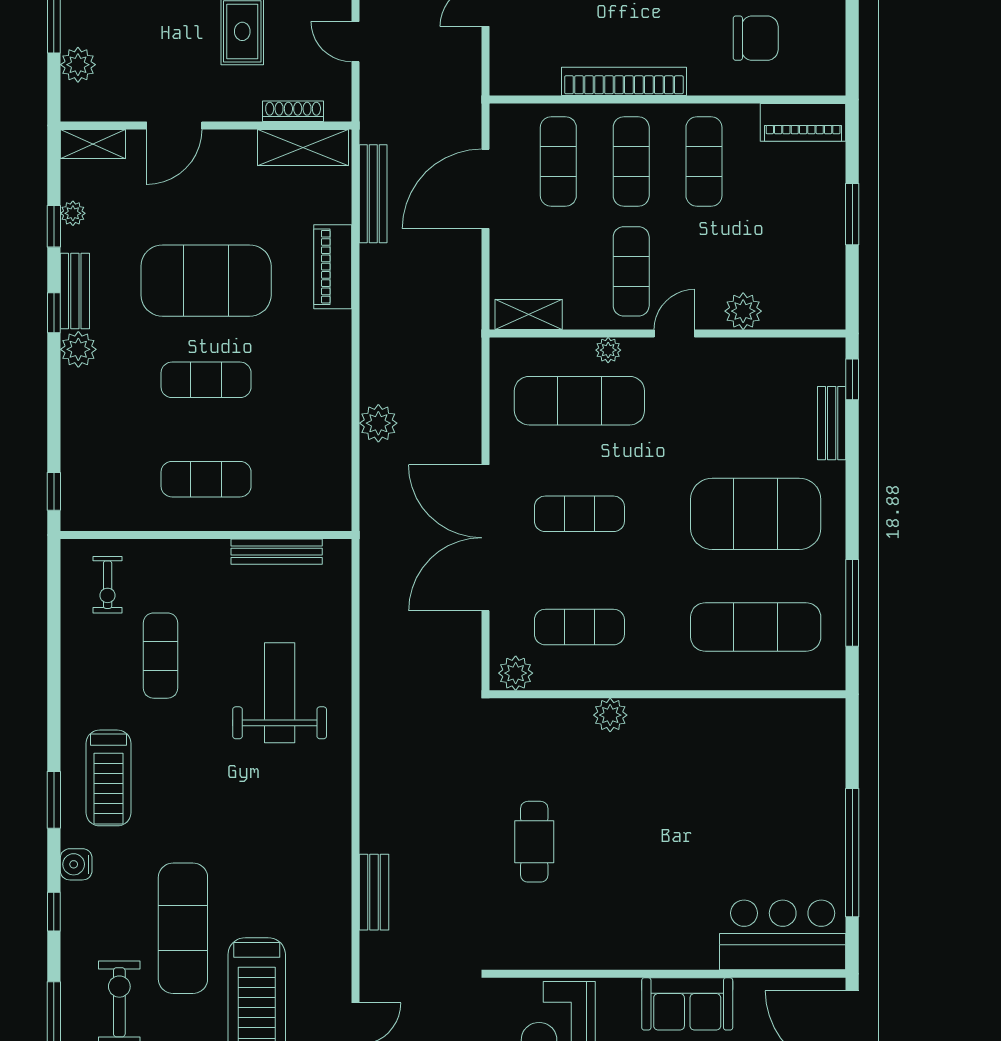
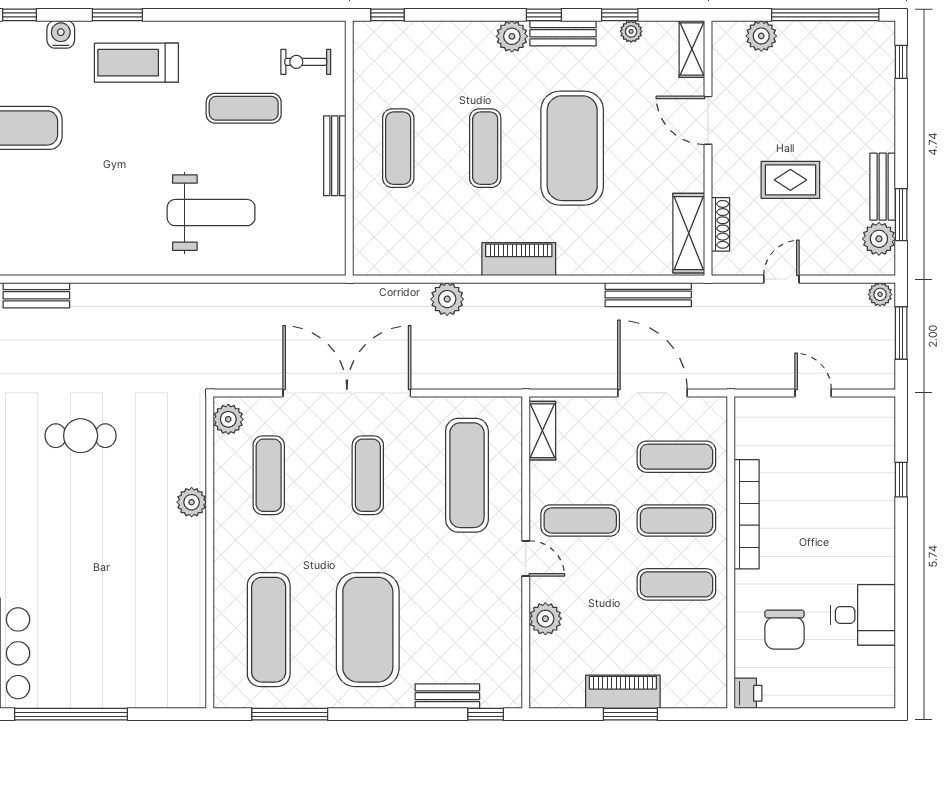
printer: (828, 80) -> (748, 693), added
piano: (803, 122) -> (623, 692), moved, turned 90
piano: (333, 267) -> (519, 259), moved
plant: (608, 350) -> (511, 500), removed
bench: (277, 552) -> (335, 156), moved

